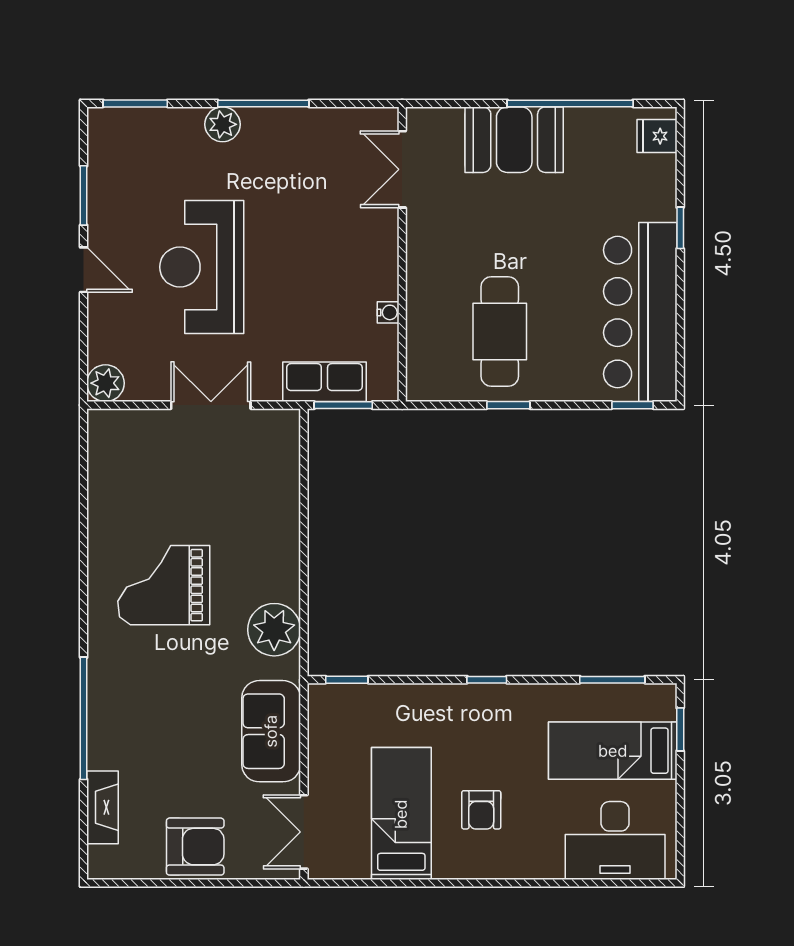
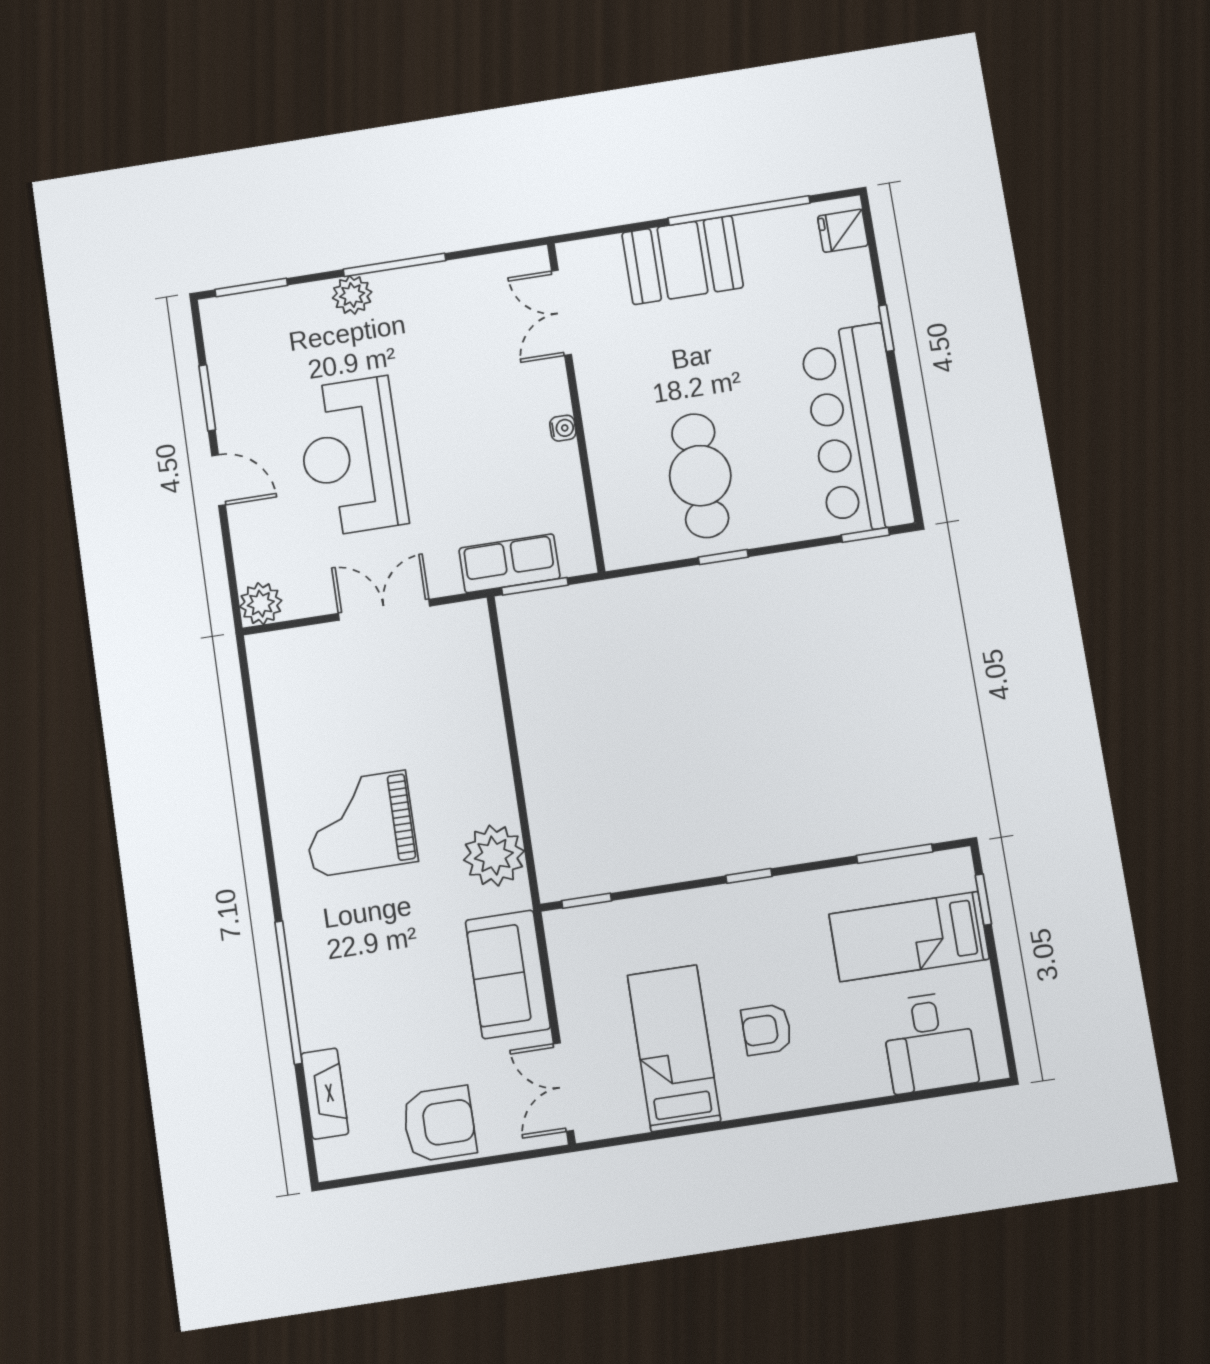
water cooler: (388, 312) -> (563, 428), moved
armchair: (481, 810) -> (767, 1030), turned 90
desk: (615, 841) -> (929, 1042), width x0.73

